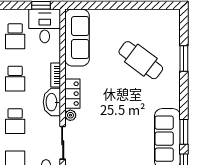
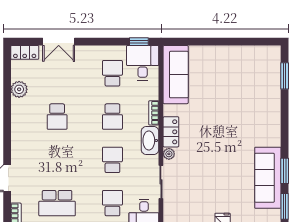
school desk: (15, 36) -> (112, 73), turned 180
window: (184, 58) -> (285, 76), moved
cafe table: (141, 60) -> (241, 98), removed
school desk: (15, 121) -> (112, 160), turned 180

